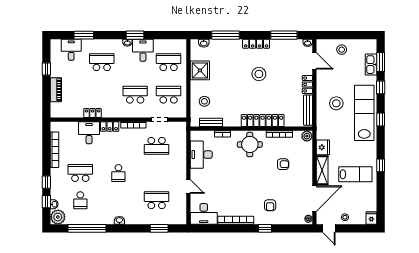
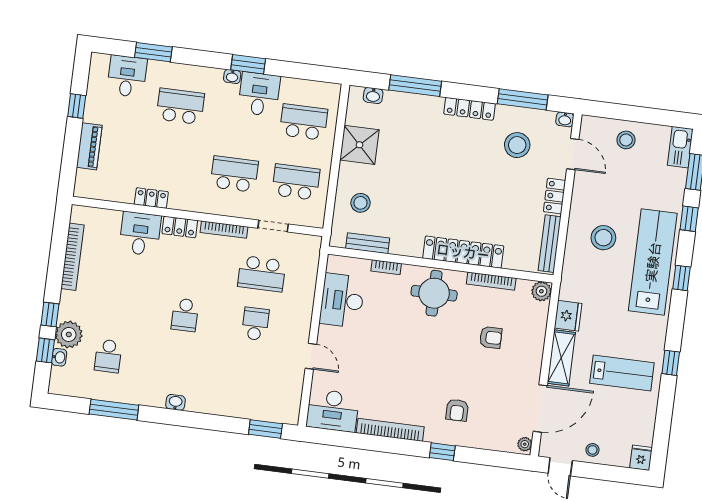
kitchen sink: (371, 65) -> (680, 147), moved
stool: (259, 74) -> (517, 145), moved
school desk: (80, 173) -> (115, 306), removed
school desk: (157, 200) -> (255, 324), moved, width x0.54
plant: (58, 217) -> (69, 334), moved
window: (87, 228) -> (114, 410), width x0.68
window: (159, 228) -> (265, 429), moved

